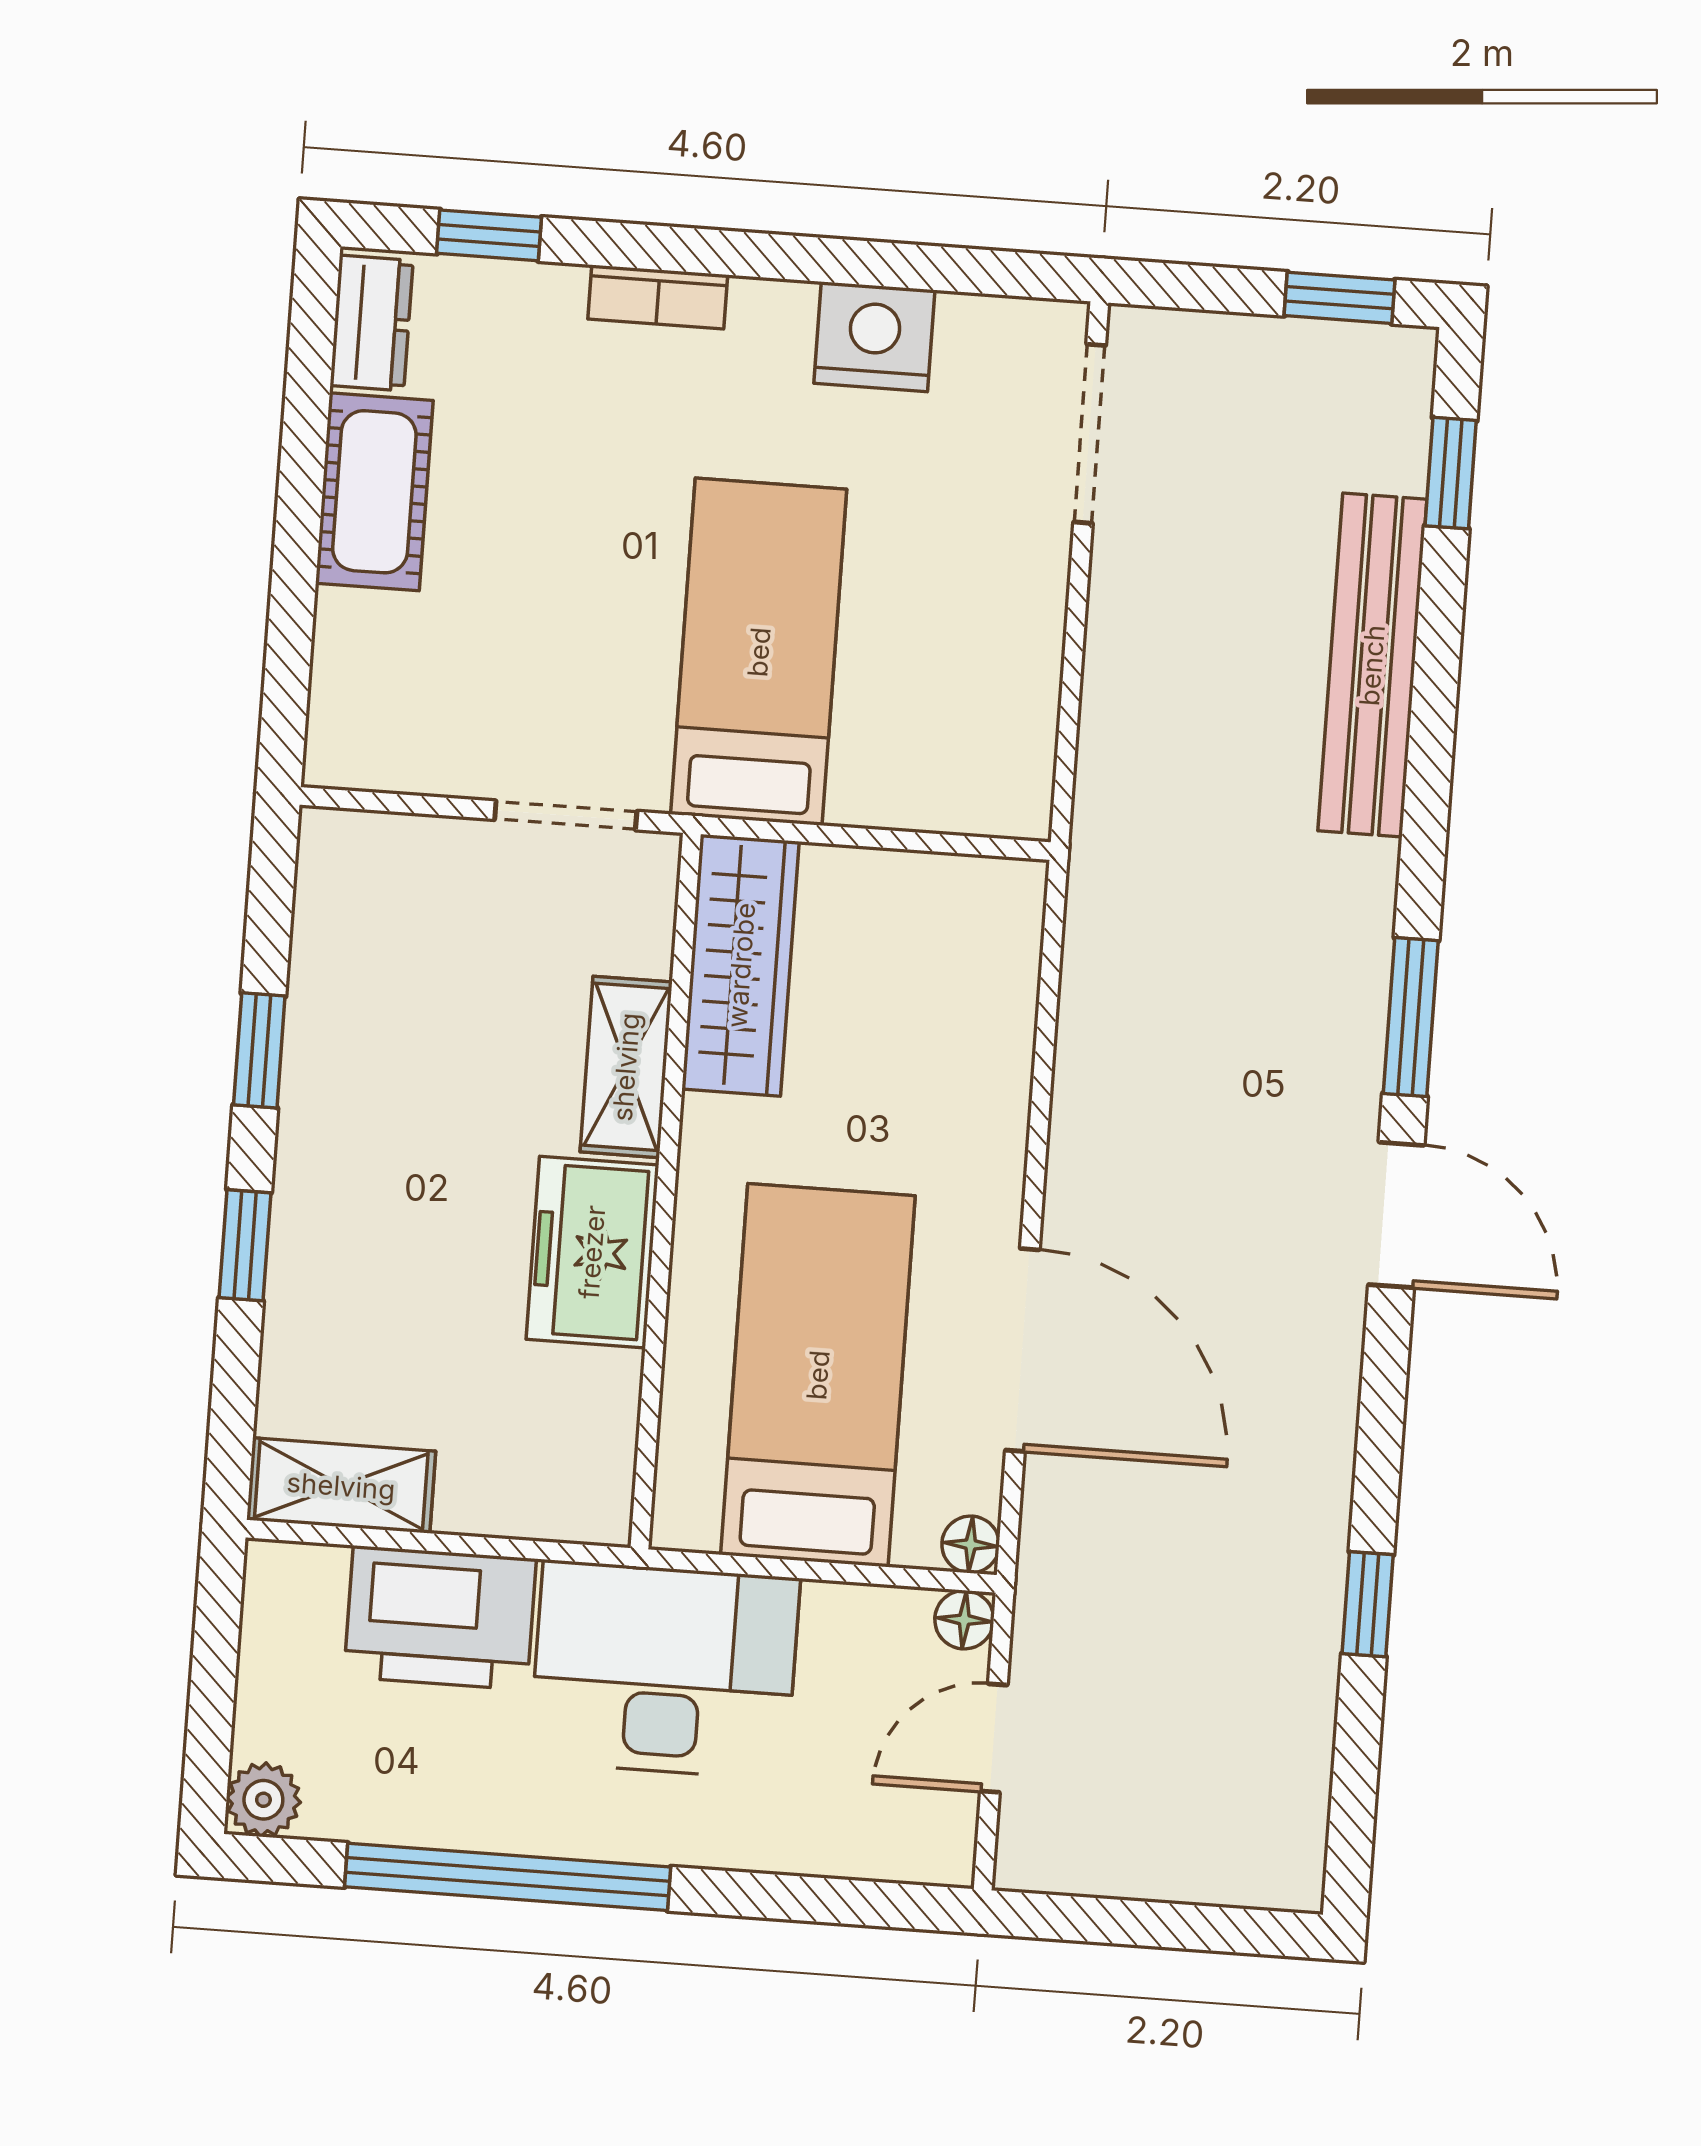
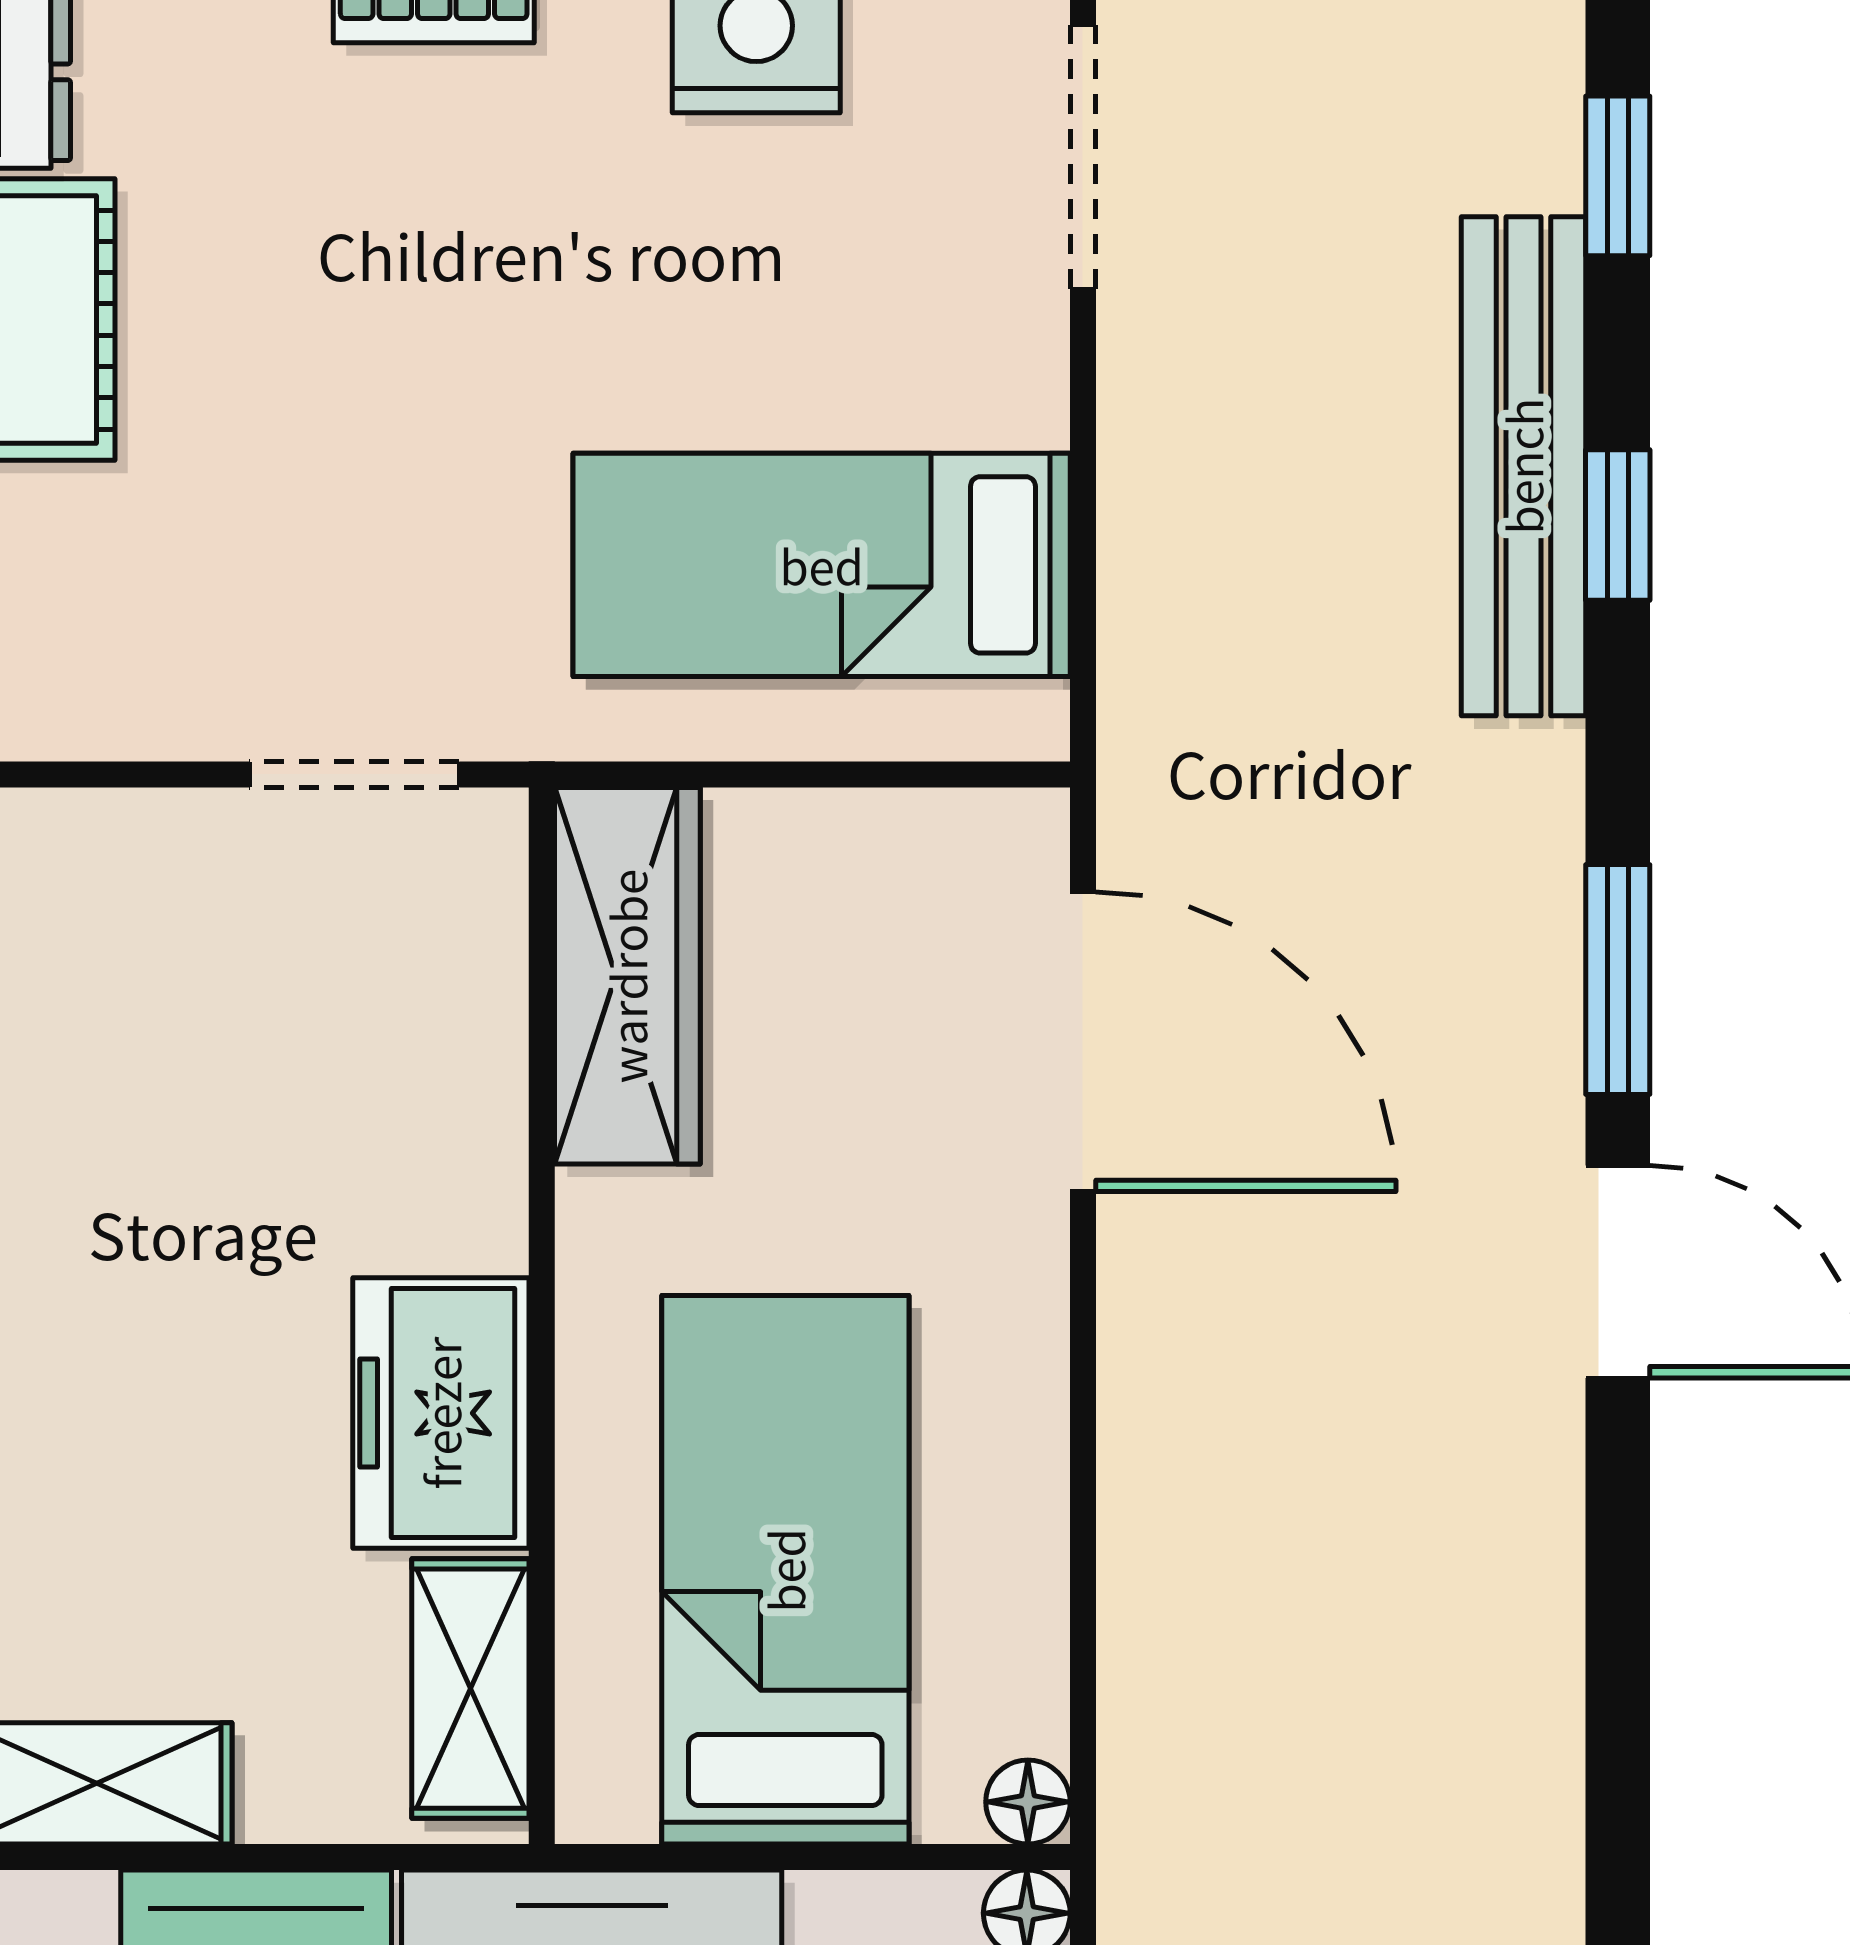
bed: (759, 652) -> (822, 565), moved, turned -90
shelving: (626, 1067) -> (470, 1689), moved
door: (1022, 1350) -> (1083, 1042), moved
window: (1368, 1604) -> (1618, 525), moved

